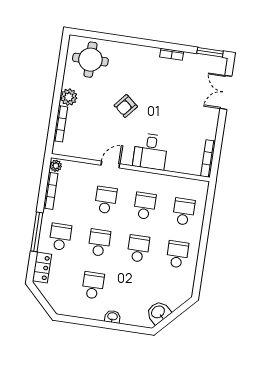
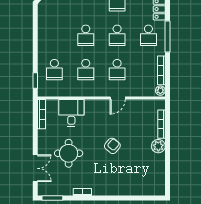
round table: (90, 60) -> (69, 153), moved
desk: (150, 151) -> (71, 113), moved
window: (210, 202) -> (35, 81), added
school desk: (177, 254) -> (54, 35), removed

